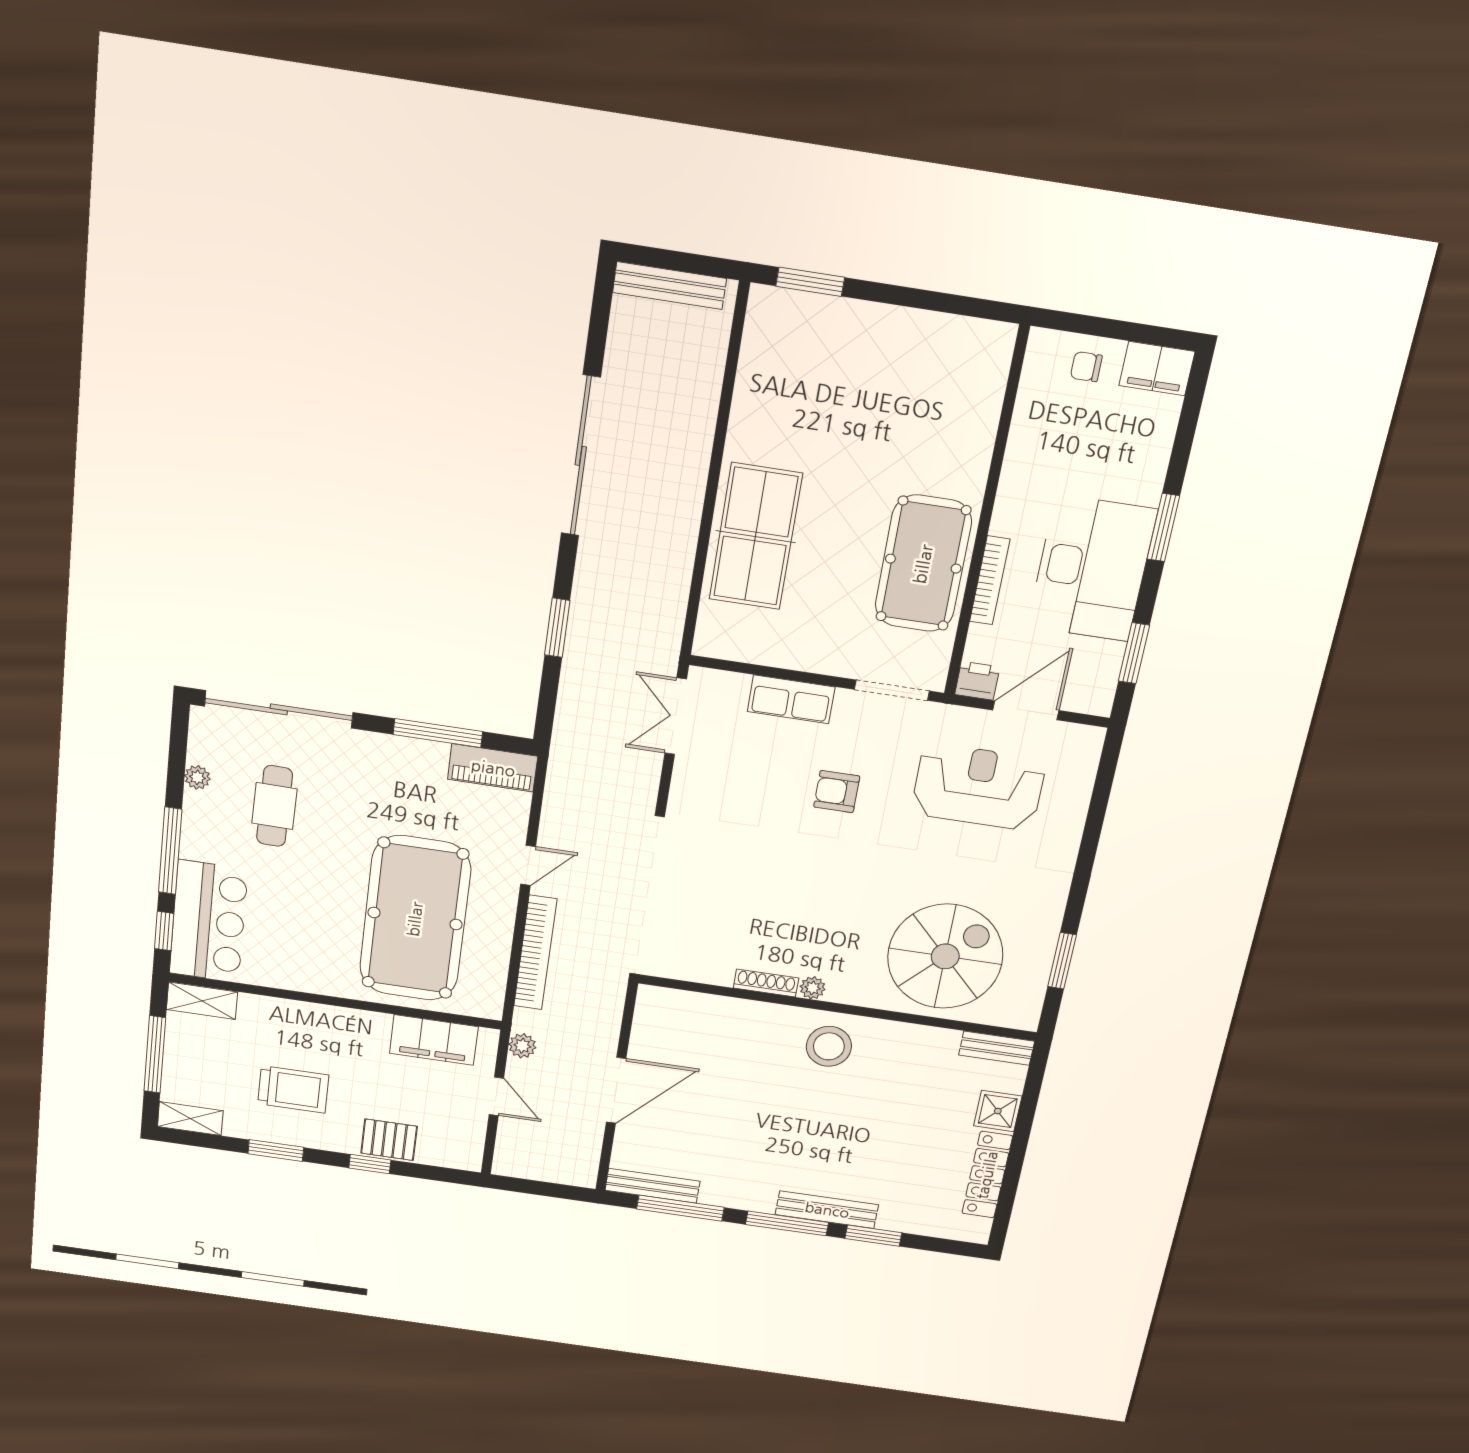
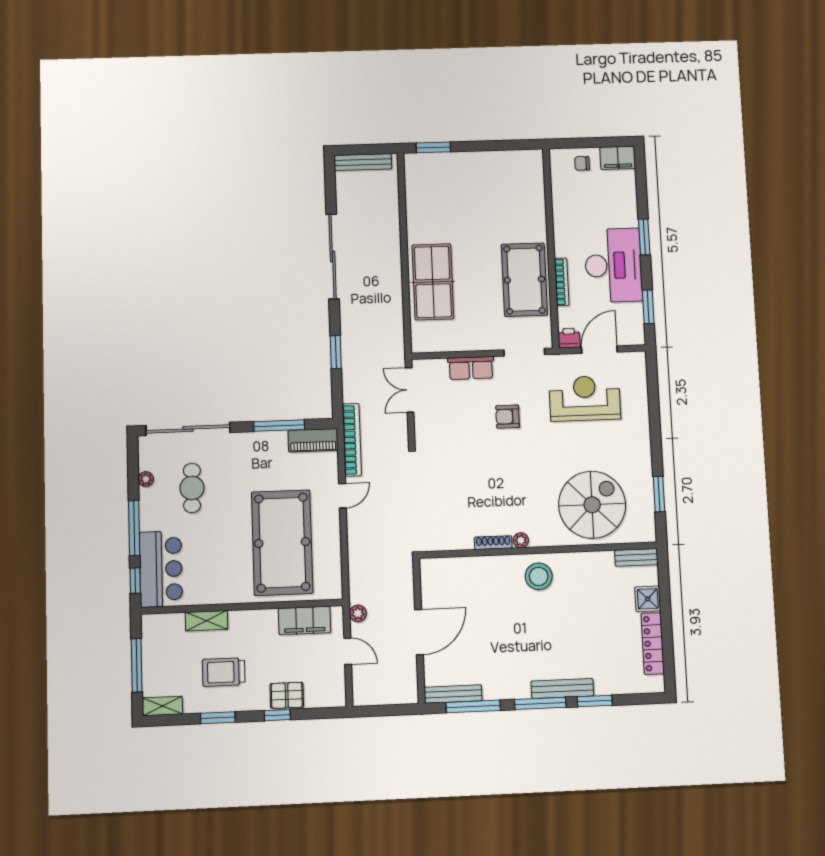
bookcase: (535, 953) -> (352, 440), moved
shelving: (202, 1001) -> (206, 621), moved
trolley: (293, 1089) -> (224, 672), turned 180

